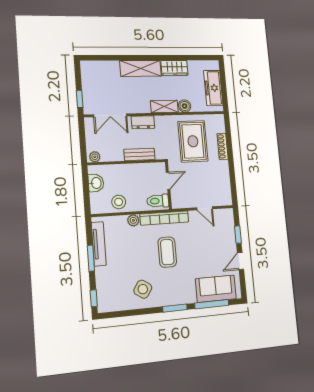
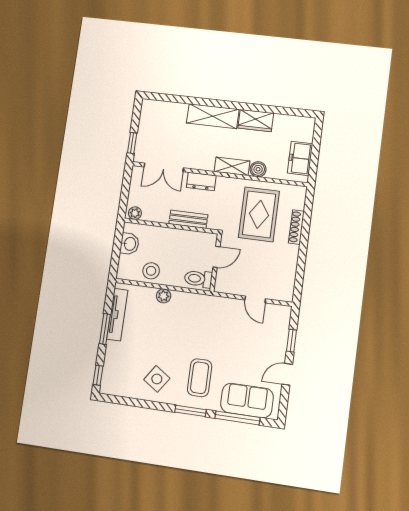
freezer: (213, 88) -> (300, 158), width x0.71
bookcase: (164, 218) -> (202, 301), removed
coffee table: (167, 252) -> (200, 378), moved

